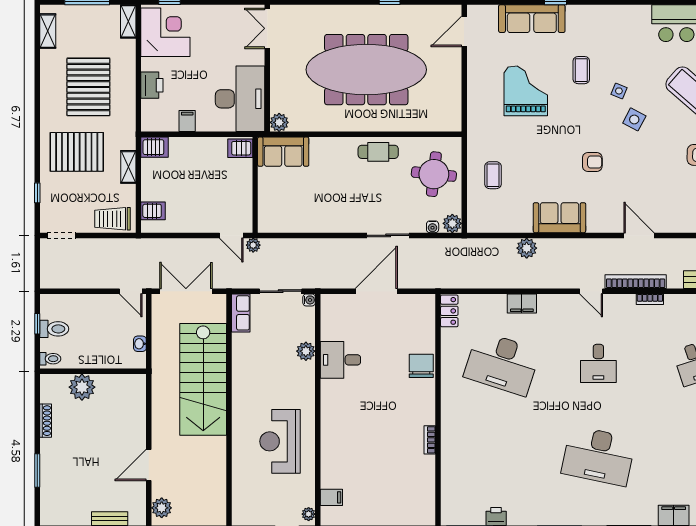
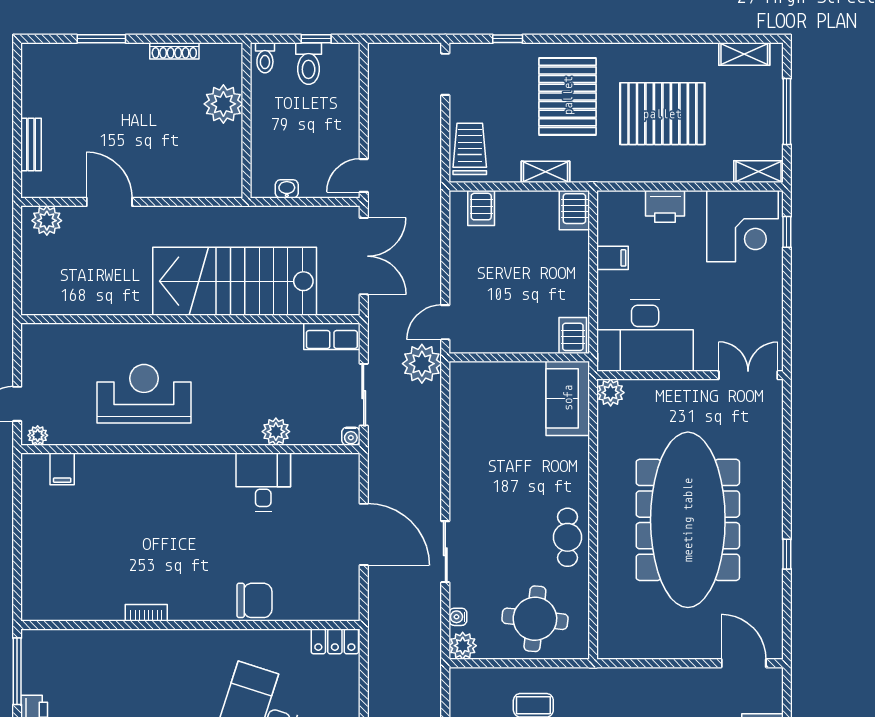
plant: (253, 245) -> (422, 364), width x1.88, depth x1.88

